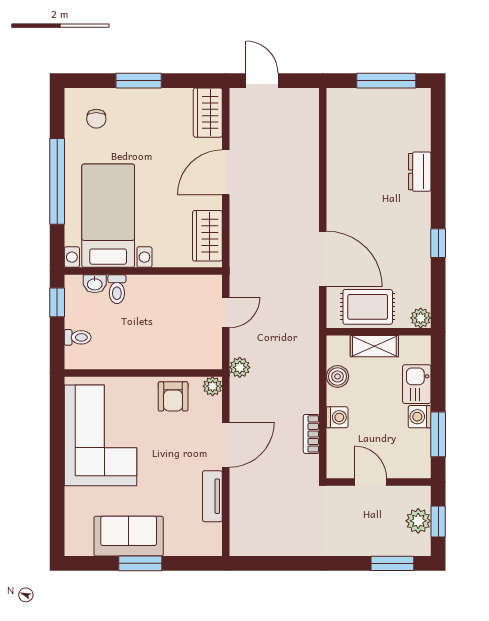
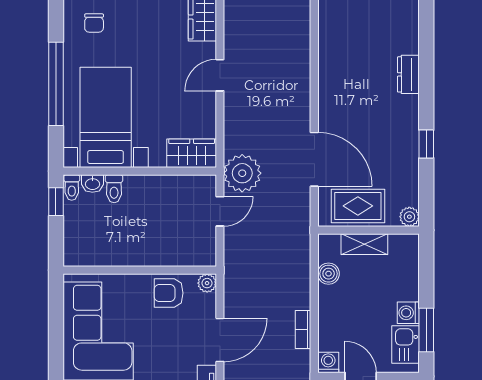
door: (226, 172) -> (220, 75), width x0.73
wardrobe: (207, 236) -> (192, 153), moved, turned 90
toilet: (78, 337) -> (72, 188), moved, turned 90
plant: (240, 367) -> (242, 173), moved, width x1.87, depth x1.87
kitchen sink: (417, 384) -> (406, 344), moved
armchair: (173, 396) -> (169, 293), turned 90
washing machine: (337, 417) -> (328, 362), moved, turned -90

